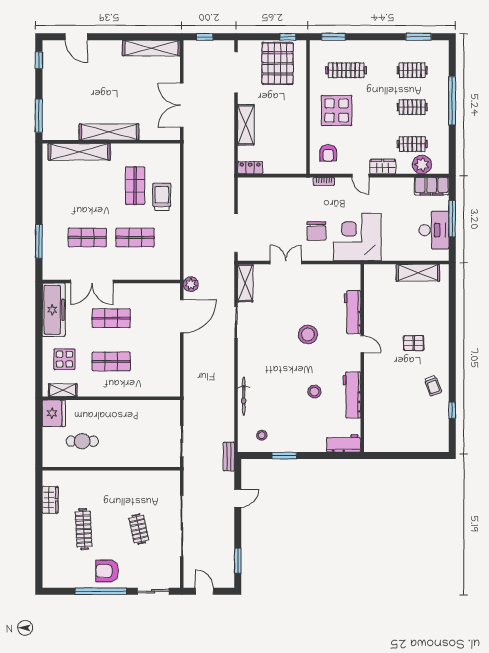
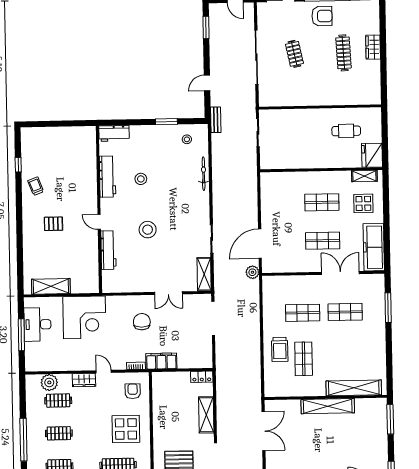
filing cabinet: (432, 186) -> (161, 361), moved
corner desk: (357, 237) -> (84, 317), moved
wardrobe: (50, 500) -> (373, 47), moved

